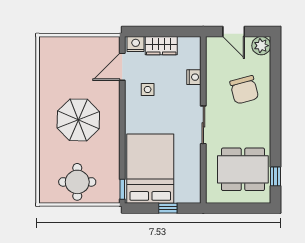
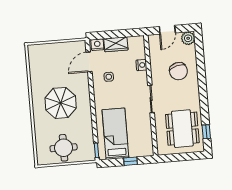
door: (234, 31) -> (167, 30), hinge flipped
bed: (150, 169) -> (115, 134), width x0.67
dining table: (243, 169) -> (182, 129), turned 90

